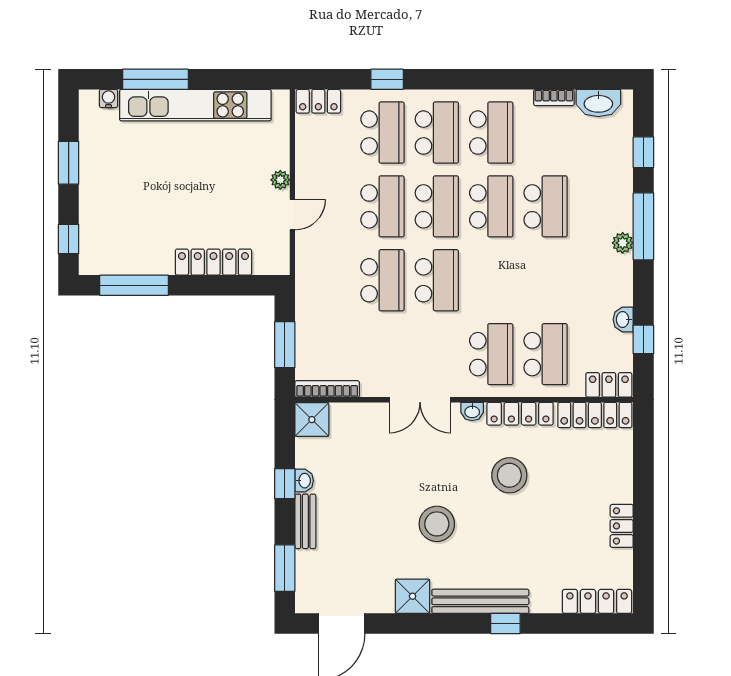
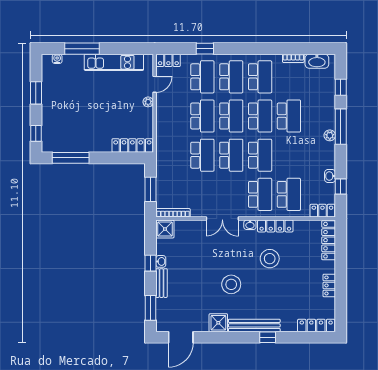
kitchen unit: (195, 105) -> (114, 62), width x0.73
door: (292, 215) -> (155, 84), moved
locker: (213, 262) -> (132, 146), moved
school desk: (491, 280) -> (260, 155), added
locker: (595, 415) -> (329, 240), moved, turned 90

